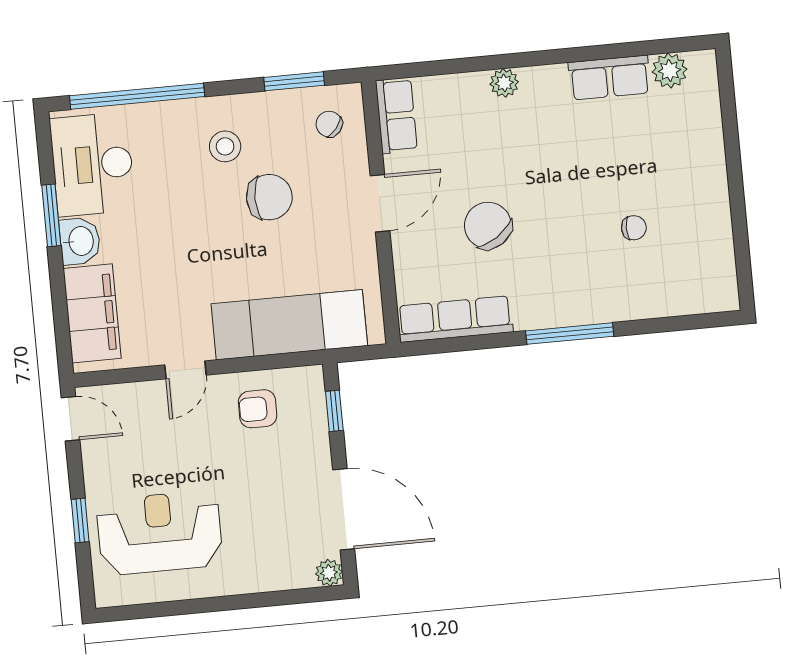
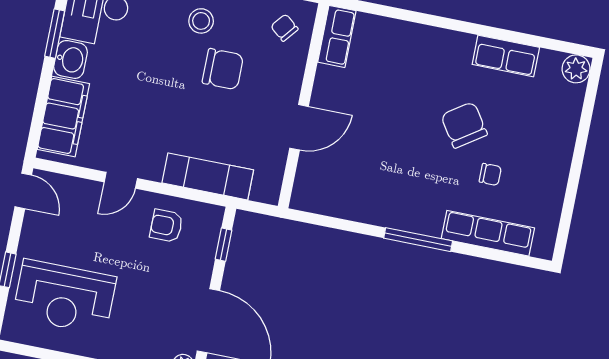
plant: (670, 71) -> (576, 69), moved
plant: (504, 83) -> (425, 36), removed
door: (380, 203) -> (299, 127), moved
chair: (488, 226) -> (464, 125), moved
row of seats: (455, 319) -> (488, 233), moved
exam couch: (289, 325) -> (208, 176), width x0.73, depth x0.69
reception desk: (160, 533) -> (65, 297), turned 180

